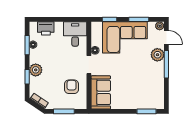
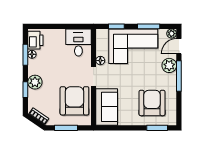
printer: (46, 28) -> (35, 40), moved, turned -90
door: (166, 37) -> (179, 46), swing flipped
armchair: (72, 87) -> (74, 101), width x1.88, depth x1.88
armchair: (142, 89) -> (152, 103), added

